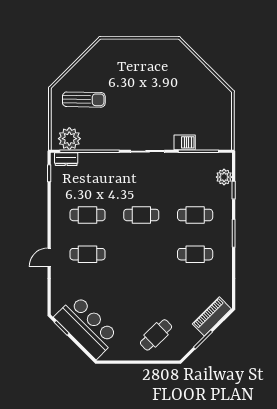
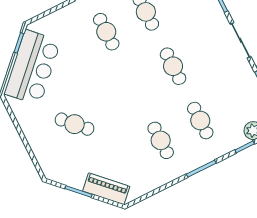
cafe table: (156, 335) -> (74, 124), moved

